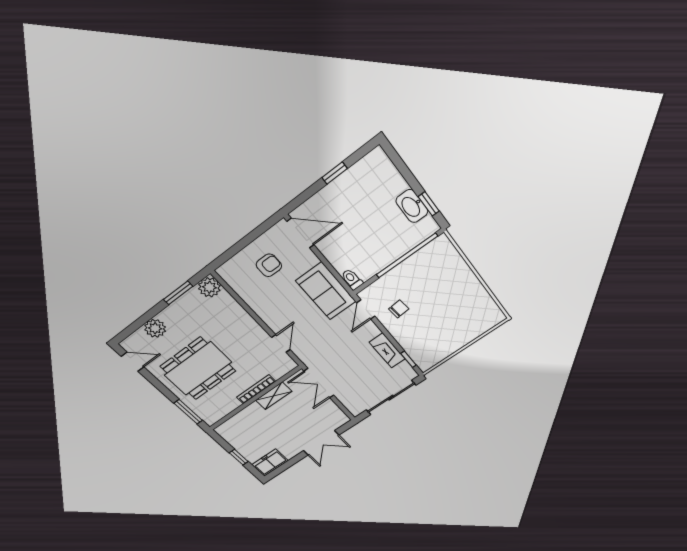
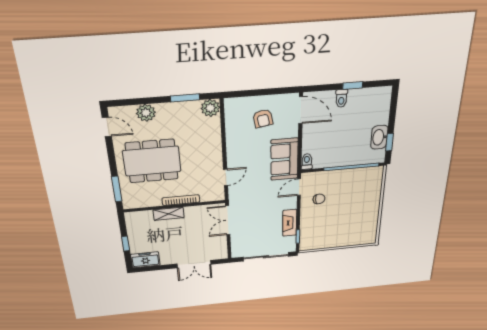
toilet: (334, 194) -> (341, 98), added
armchair: (269, 265) -> (263, 119), turned 80
shelving: (274, 396) -> (169, 214), moved

